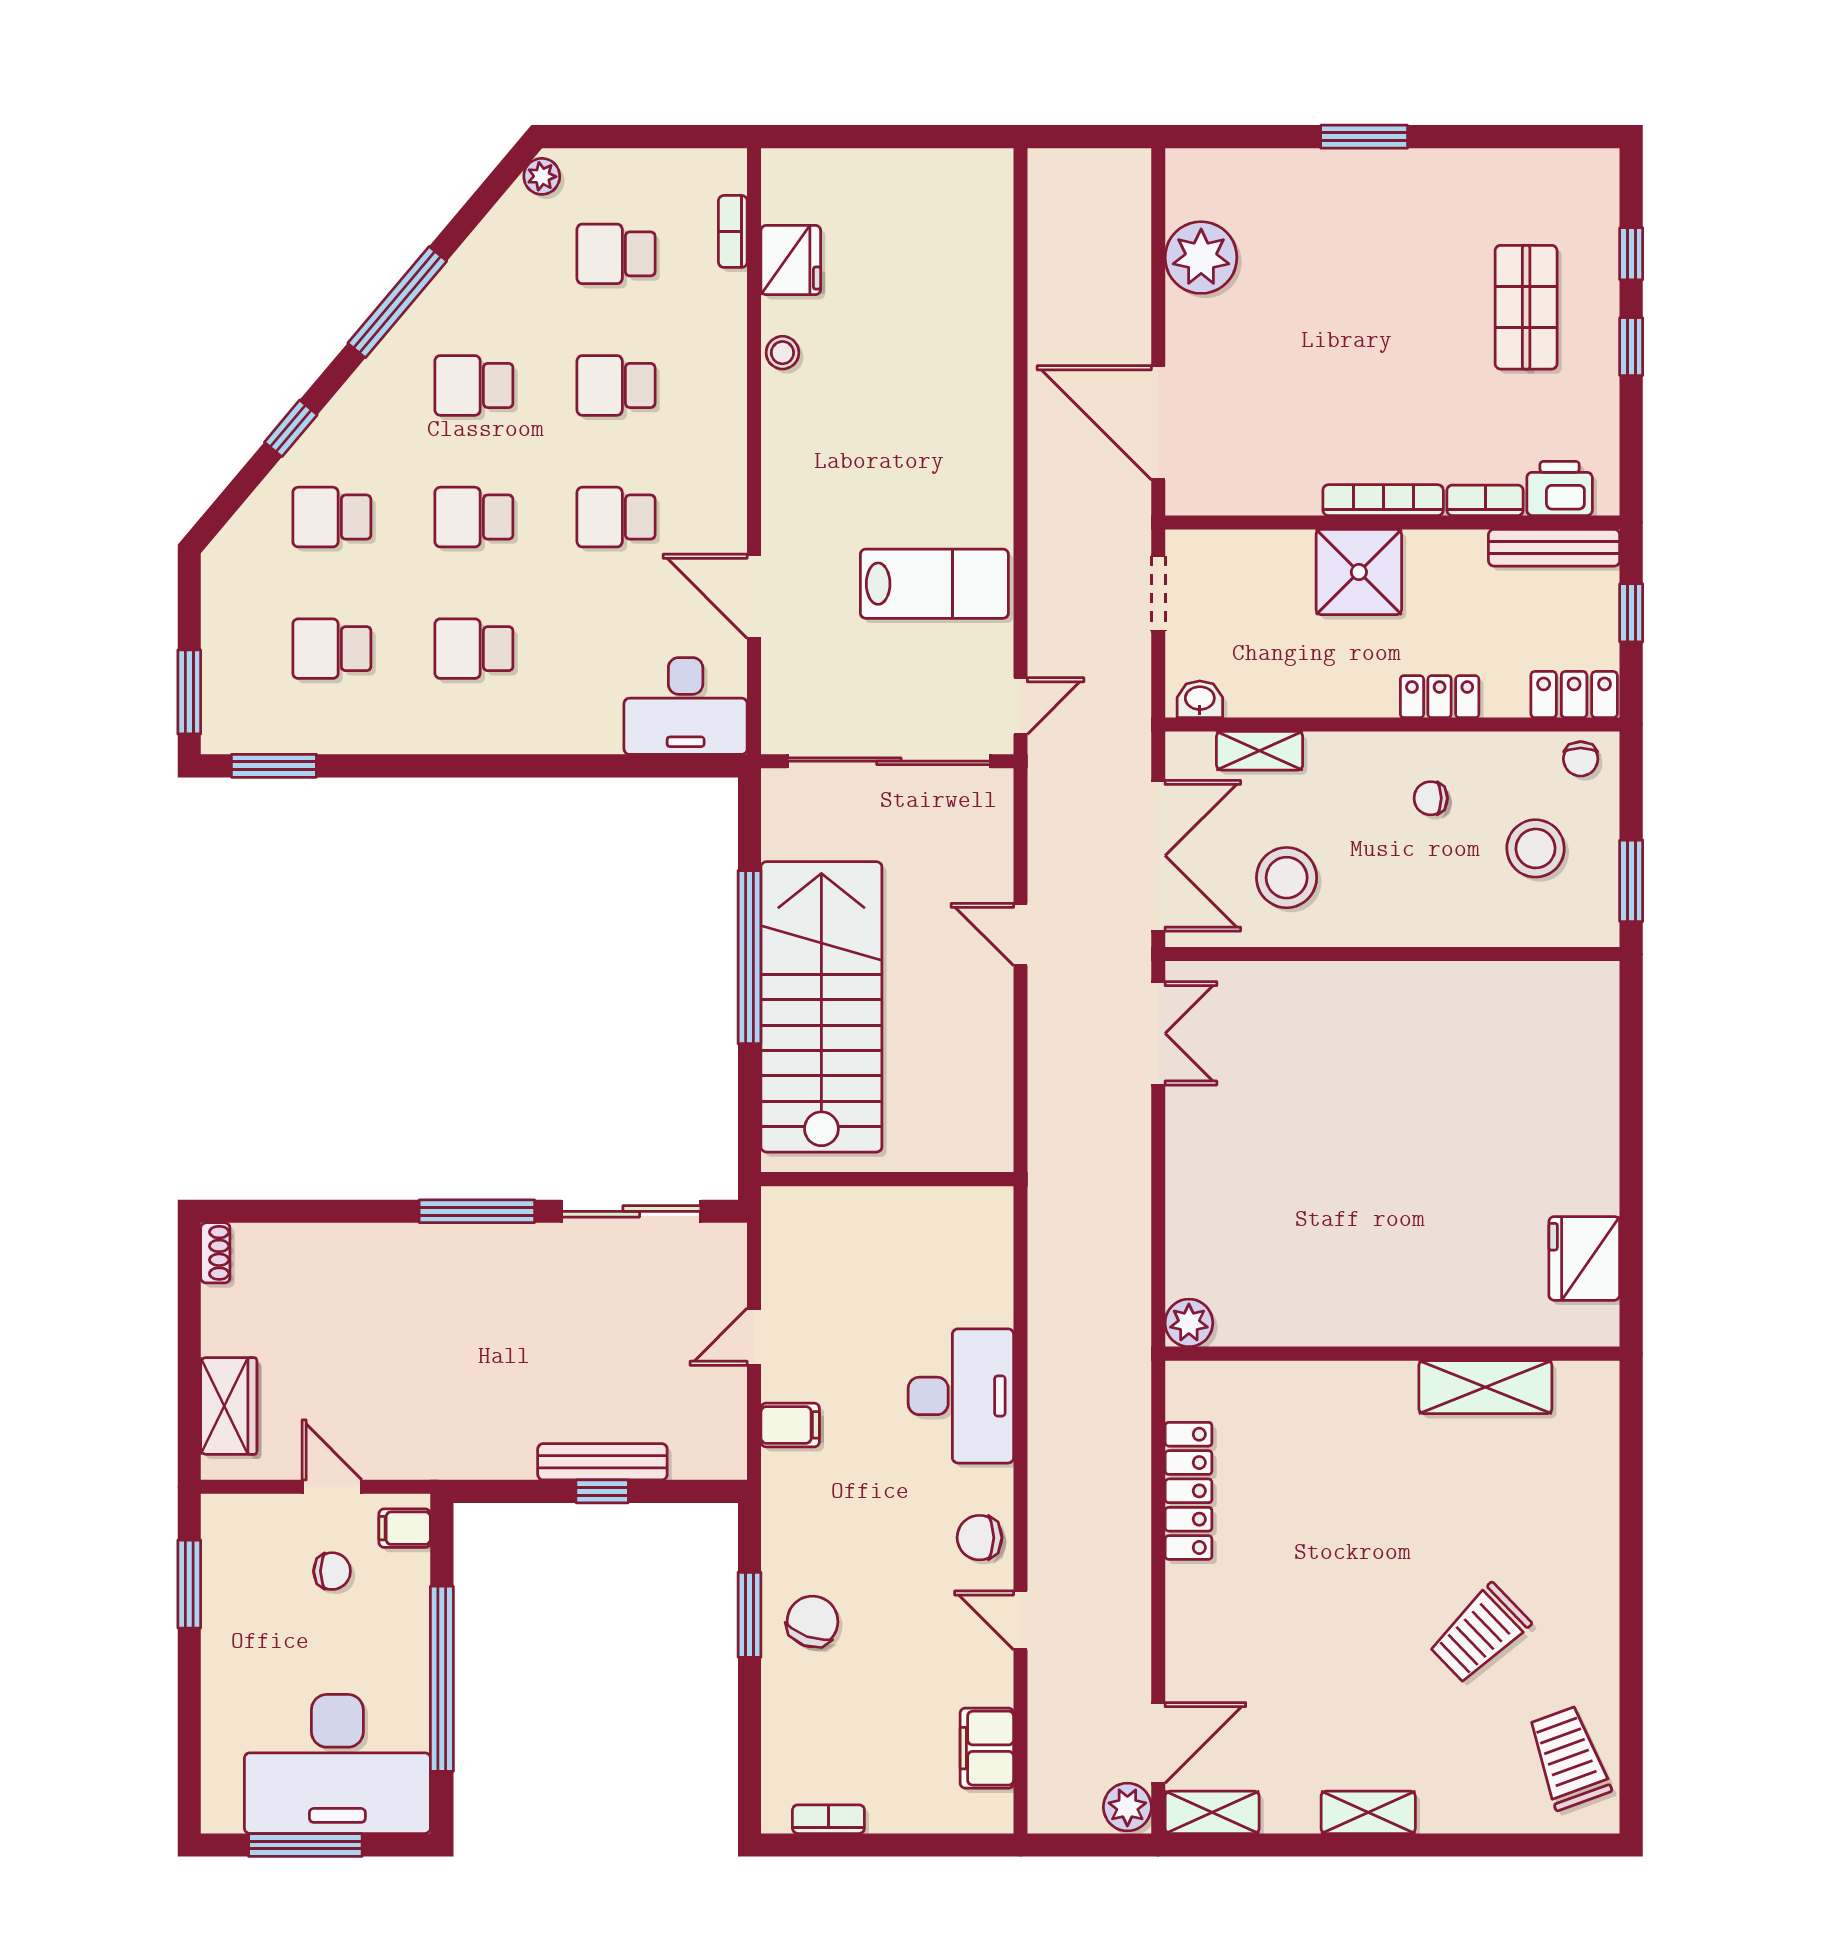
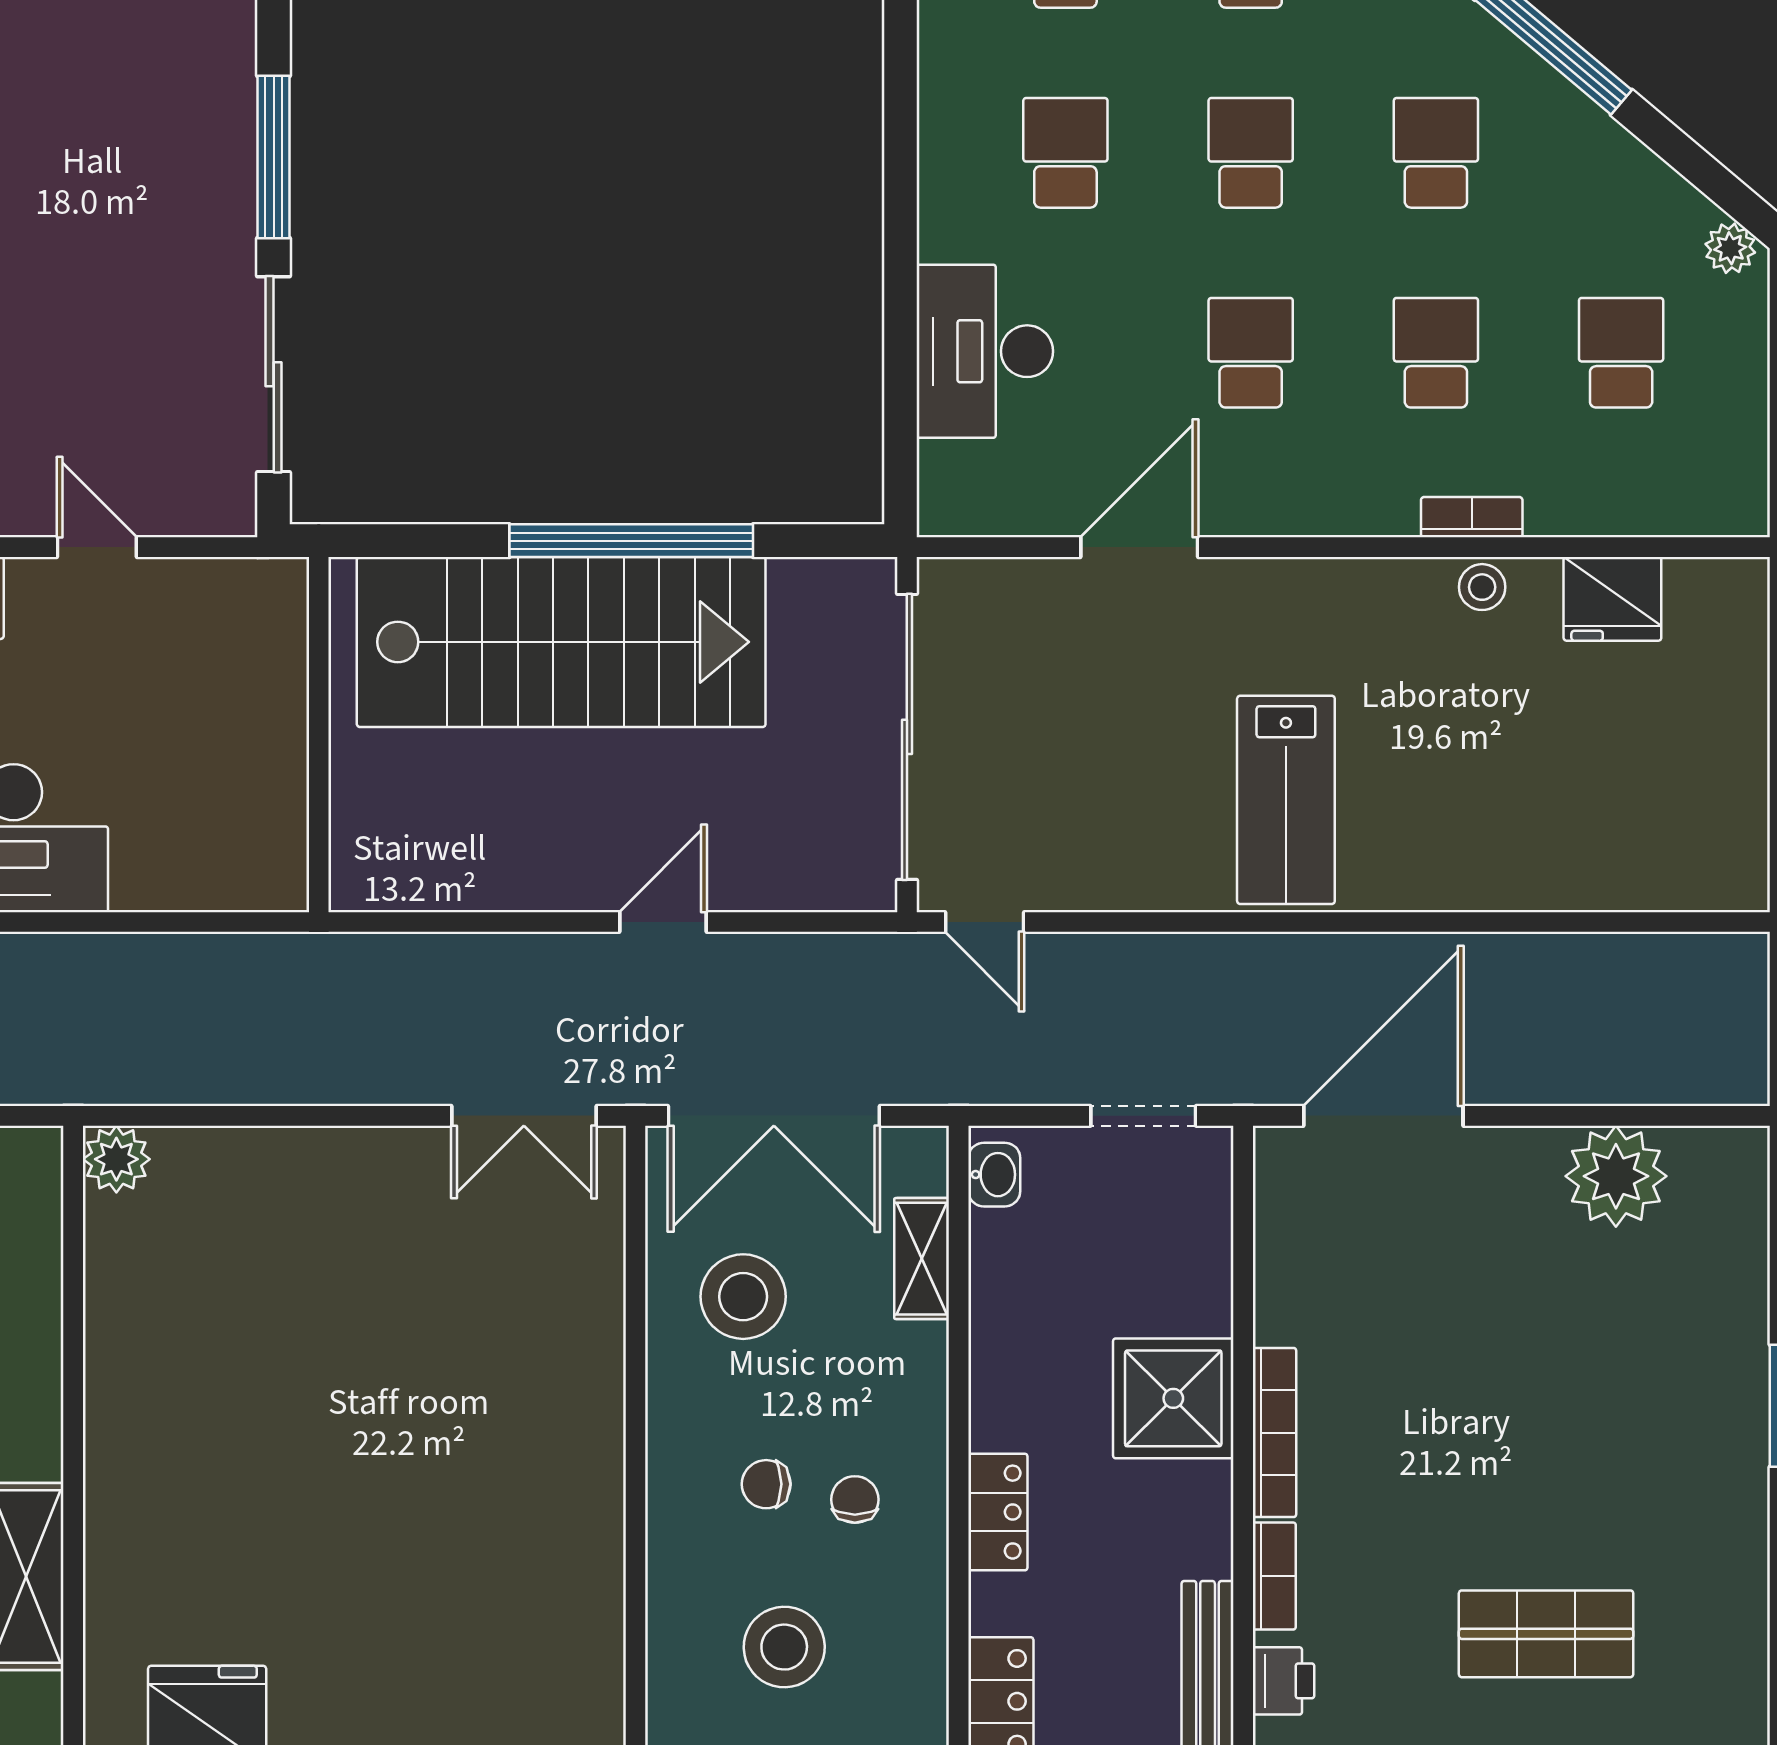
bookcase: (733, 231) -> (1472, 517), moved
printer: (1560, 489) -> (1283, 1681), width x0.73, depth x0.81
lab bench: (934, 584) -> (1286, 800), moved
desk: (686, 706) -> (985, 351), moved
chair: (1581, 759) -> (766, 1484), moved

